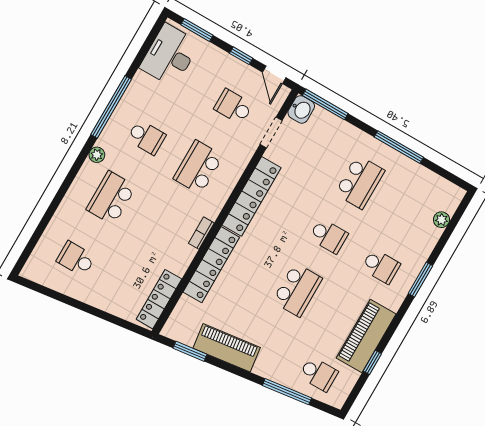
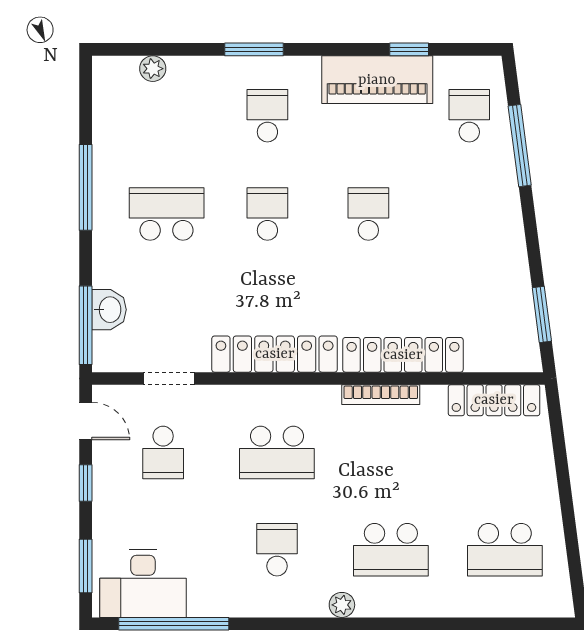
door: (274, 75) -> (86, 421), hinge flipped
window: (111, 107) -> (174, 624), moved
washbasin: (301, 109) -> (109, 310), moved, turned 90
bookcase: (201, 233) -> (381, 395), width x1.56
school desk: (76, 259) -> (505, 550), width x1.85
school desk: (297, 290) -> (368, 214), width x0.54
piano: (227, 348) -> (507, 266), removed

